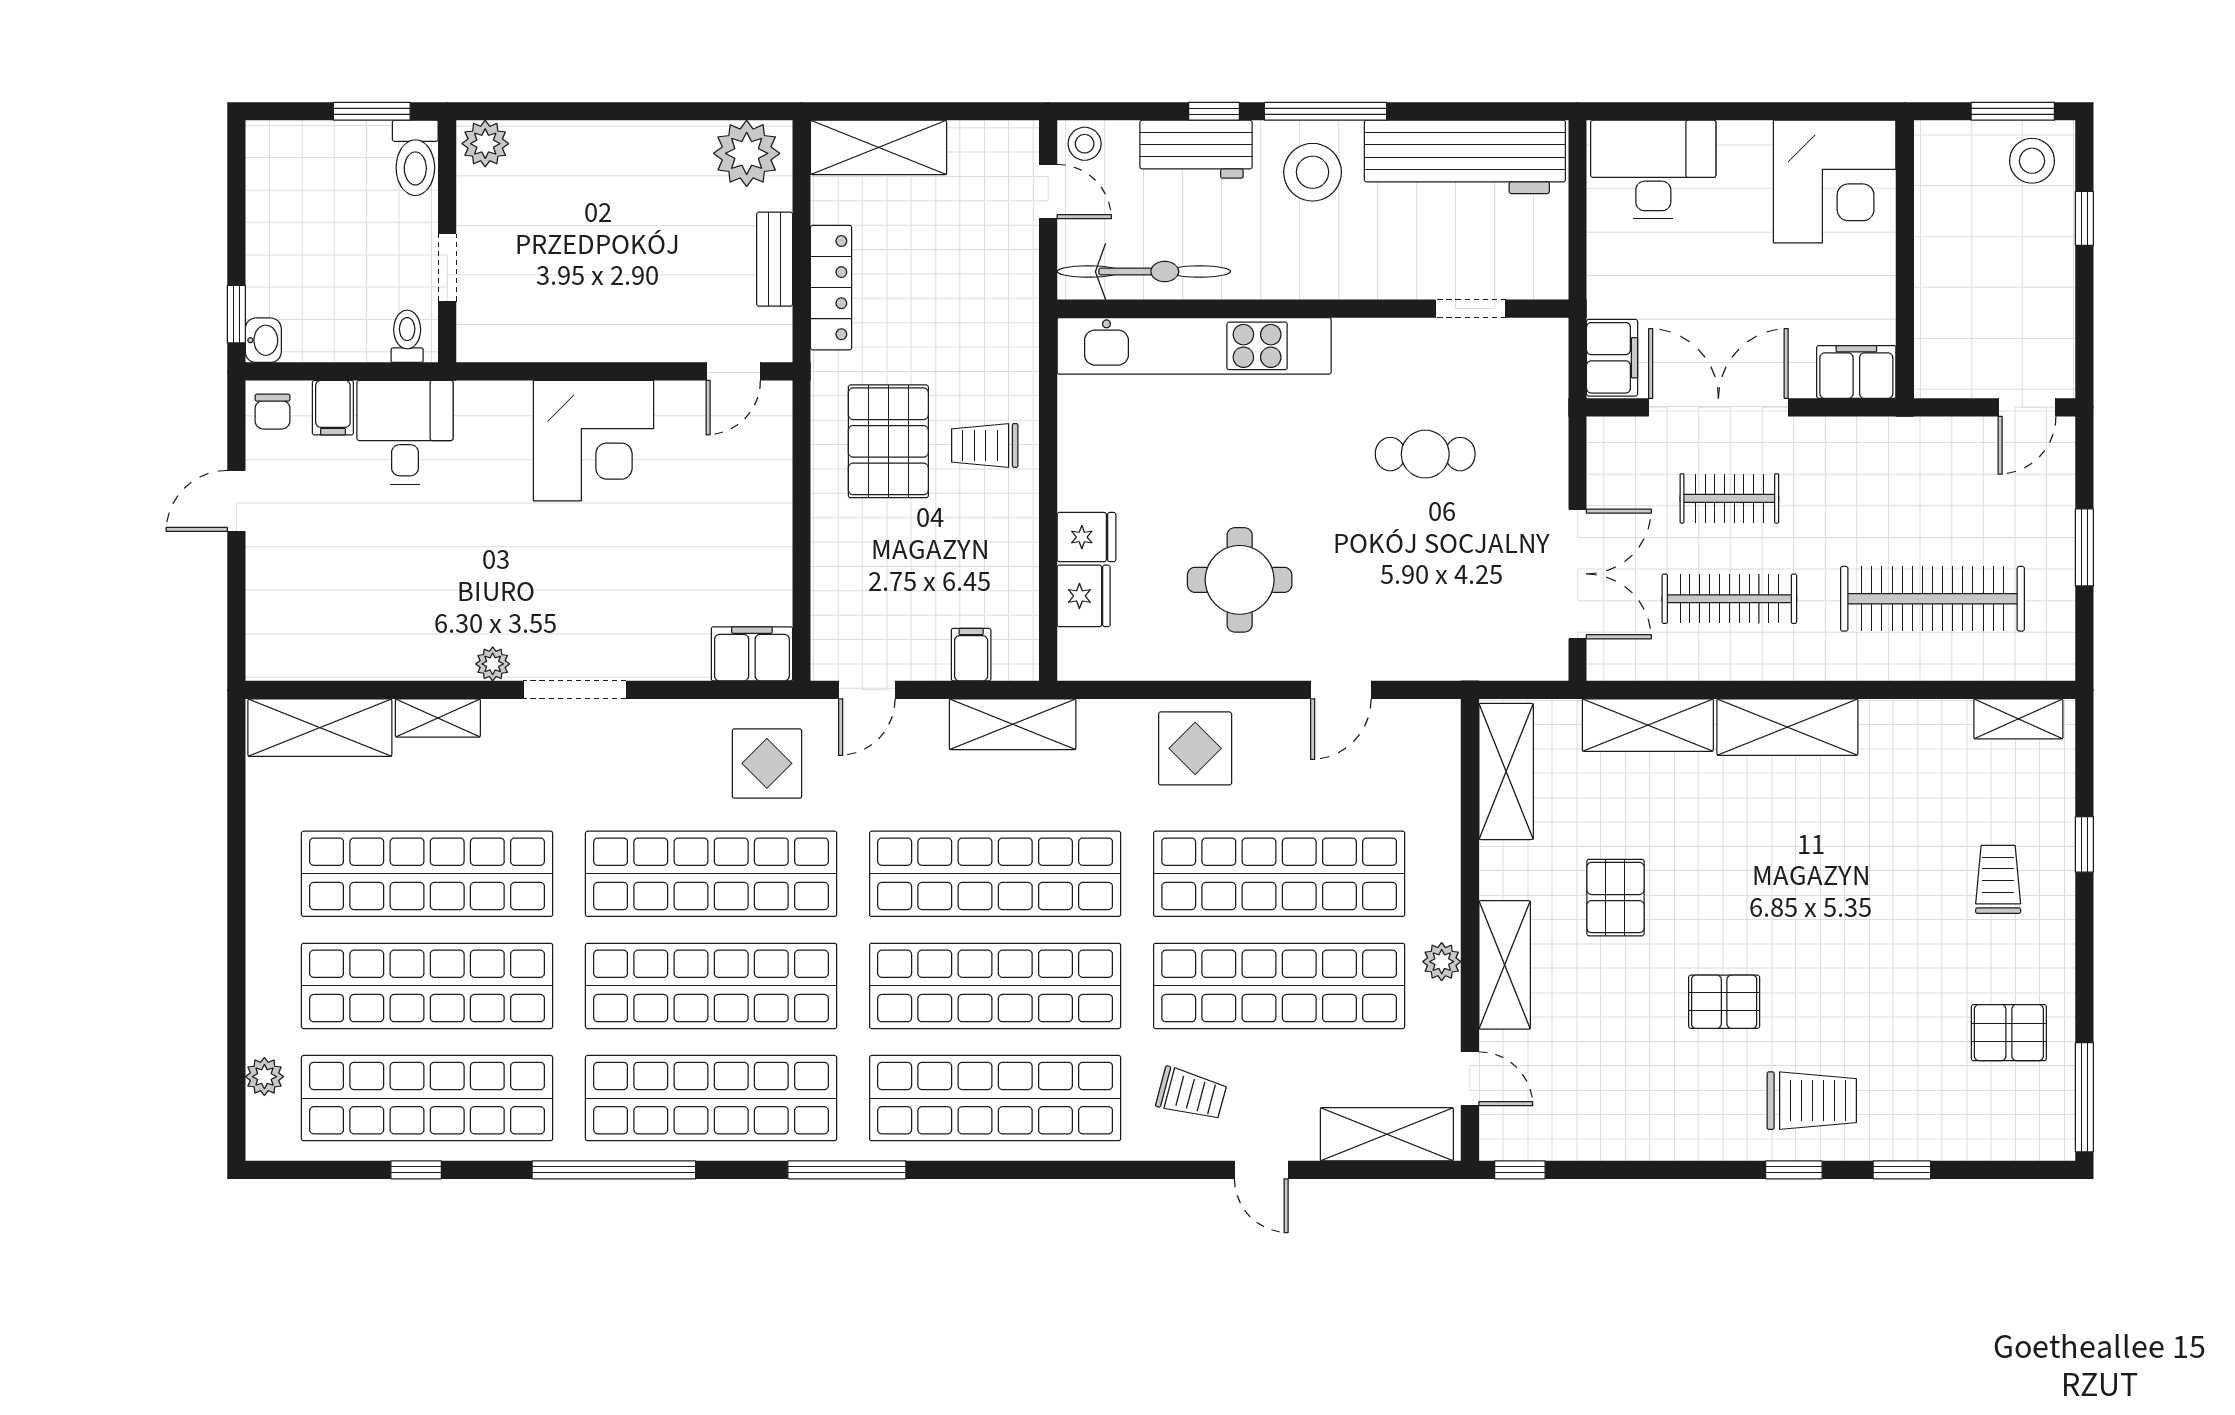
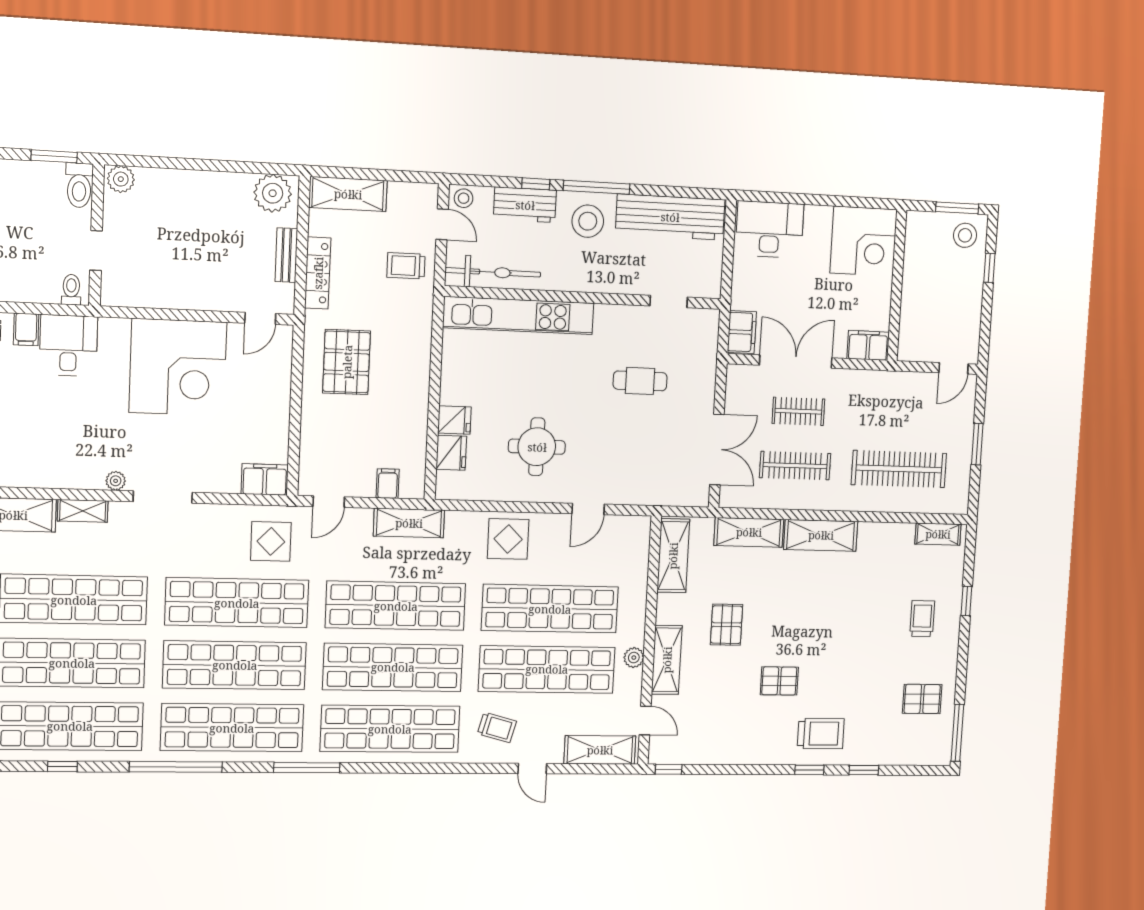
corner desk: (593, 441) -> (178, 367), width x1.36, depth x1.36
trolley: (985, 445) -> (406, 266), moved

